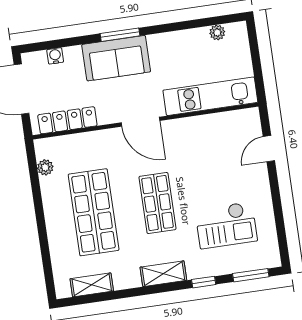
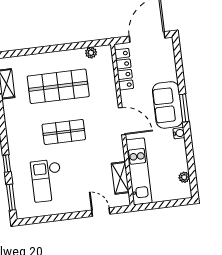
water cooler: (55, 56) -> (179, 133), moved
door: (140, 122) -> (122, 121), swing flipped
shelving: (163, 274) -> (120, 178), moved

